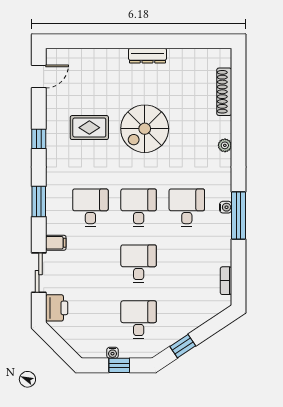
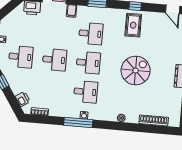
rug: (89, 128) -> (133, 25), moved
spiral stairs: (145, 129) -> (136, 70), turned 90
printer: (208, 310) -> (23, 99), added

